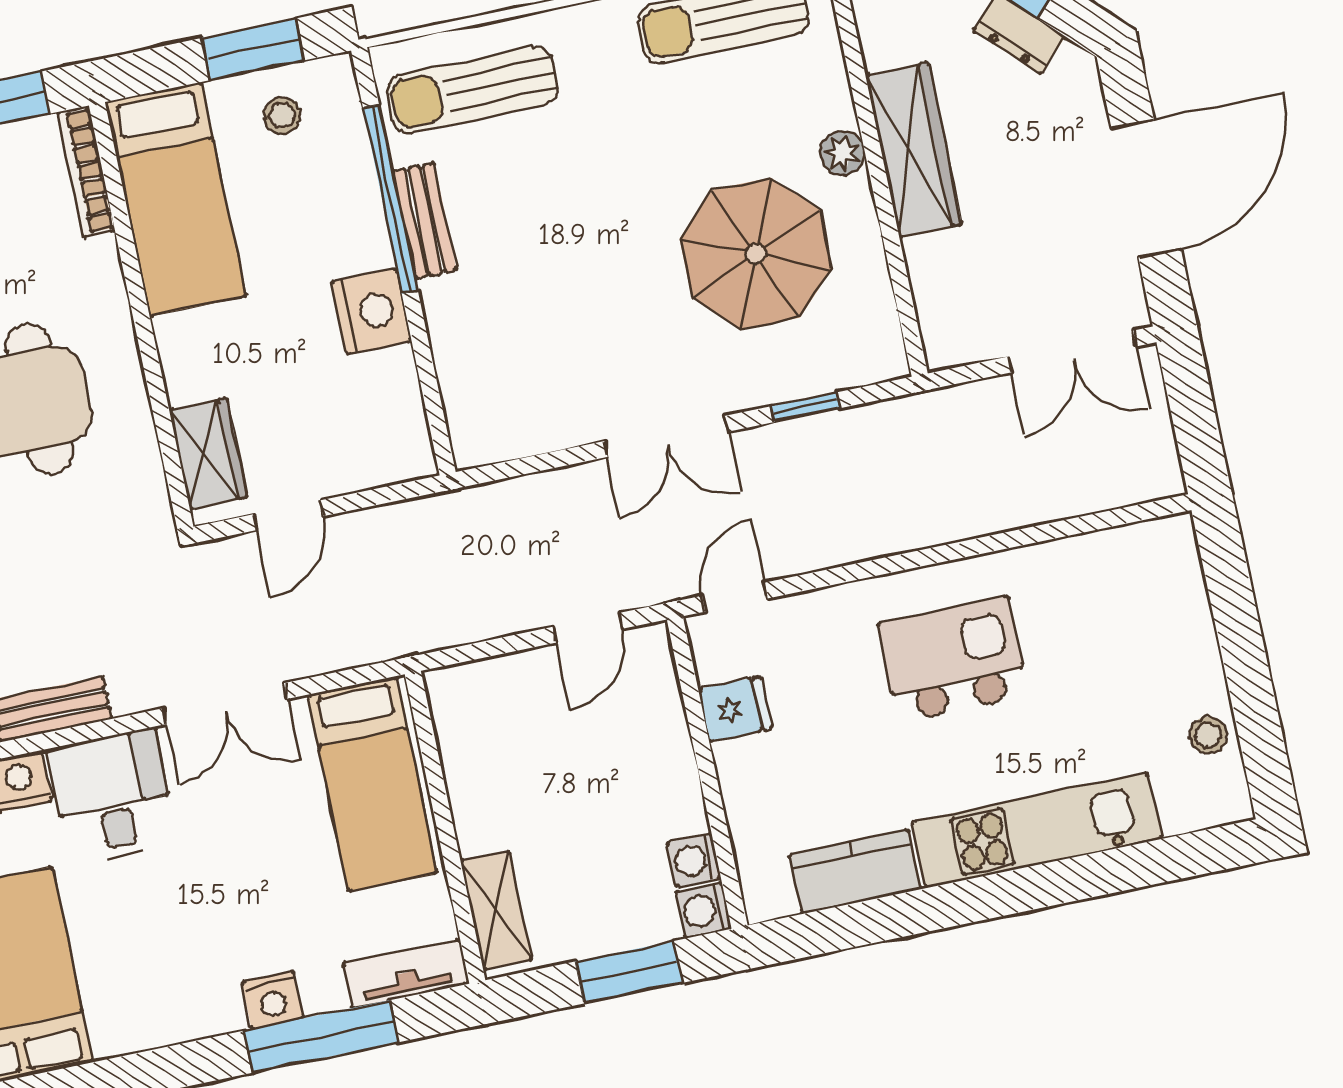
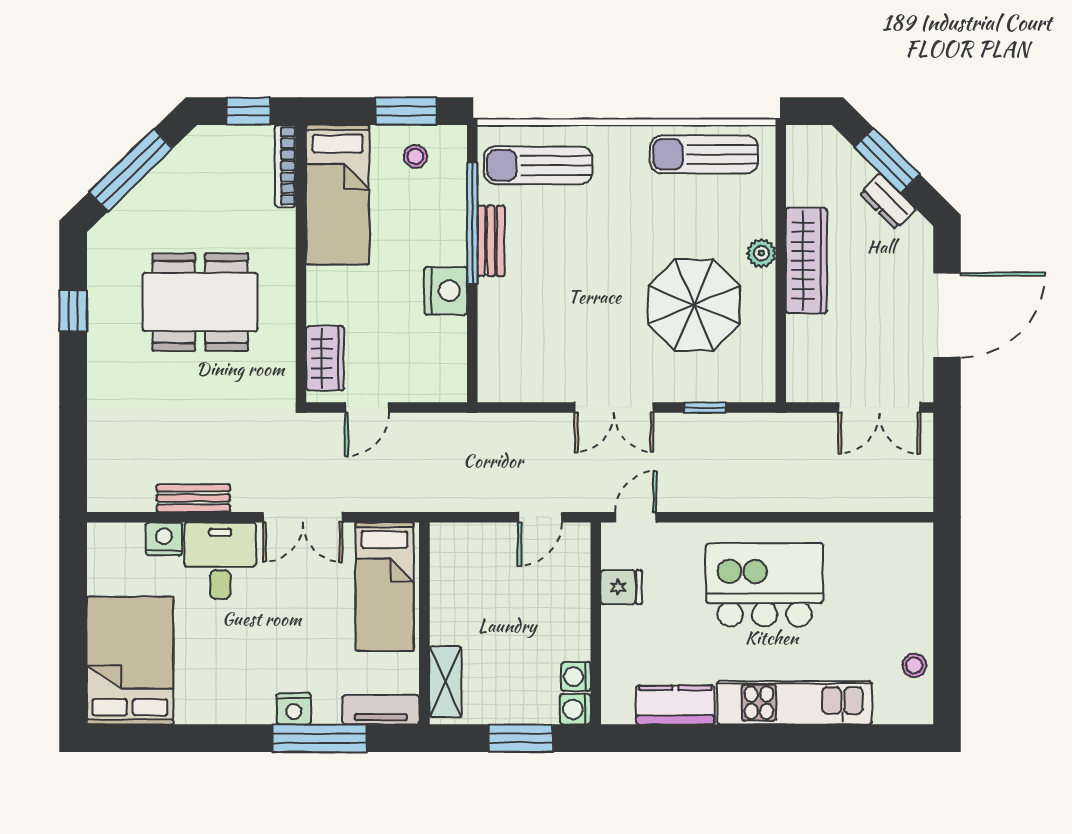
kitchen island: (953, 660) -> (765, 585), width x1.37, depth x1.28

